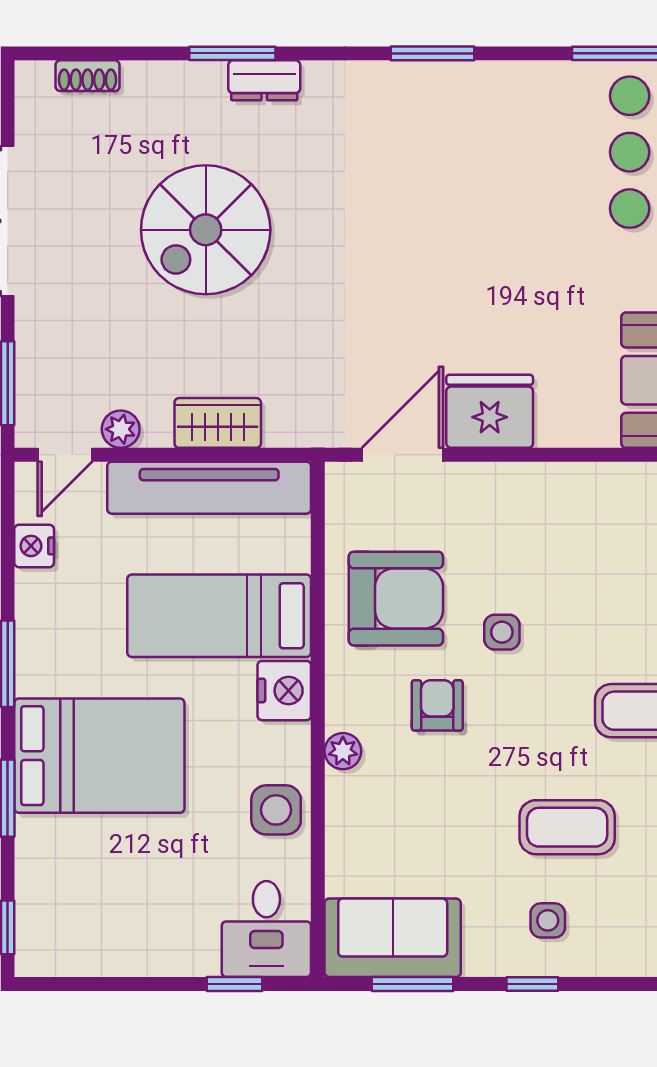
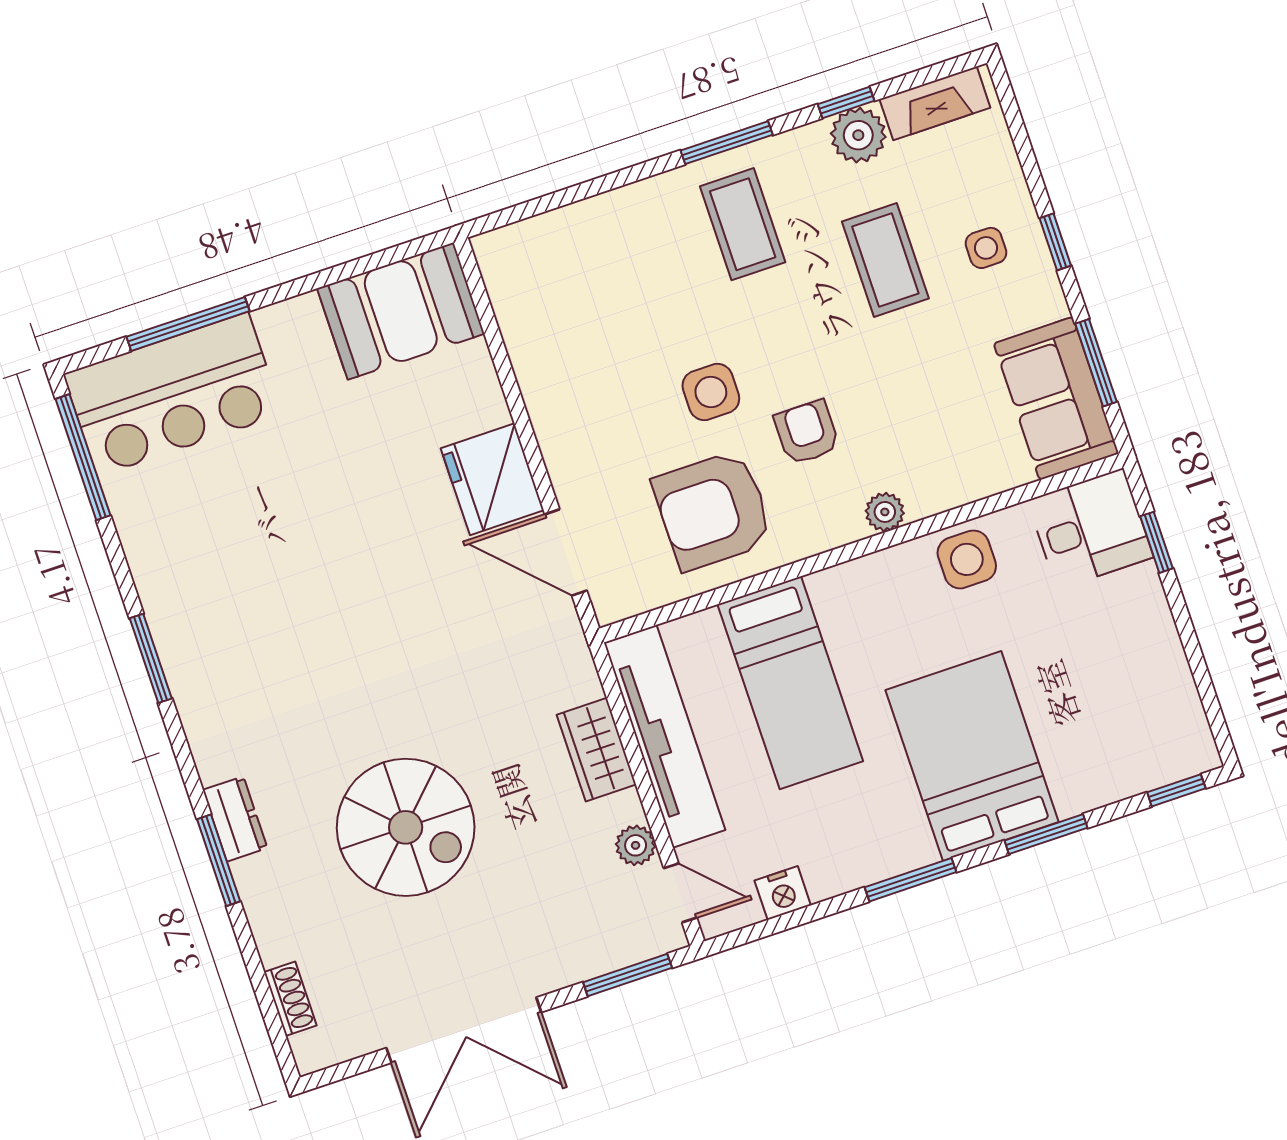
armchair: (396, 599) -> (713, 510), turned -90
side table: (502, 632) -> (711, 392), width x1.37, depth x1.37
nightstand: (284, 691) -> (844, 592), removed
armchair: (437, 705) -> (807, 432), turned 90

